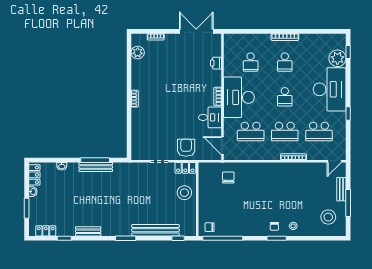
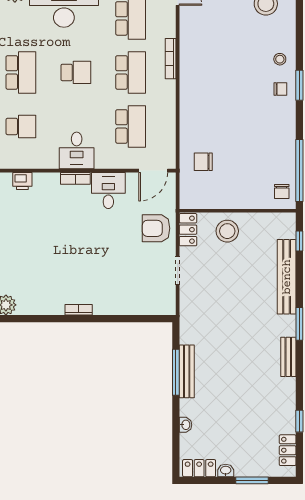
school desk: (285, 62) -> (21, 72), width x1.85
desk: (239, 97) -> (77, 150), width x0.53, depth x0.77
bench: (88, 231) -> (288, 357), moved

